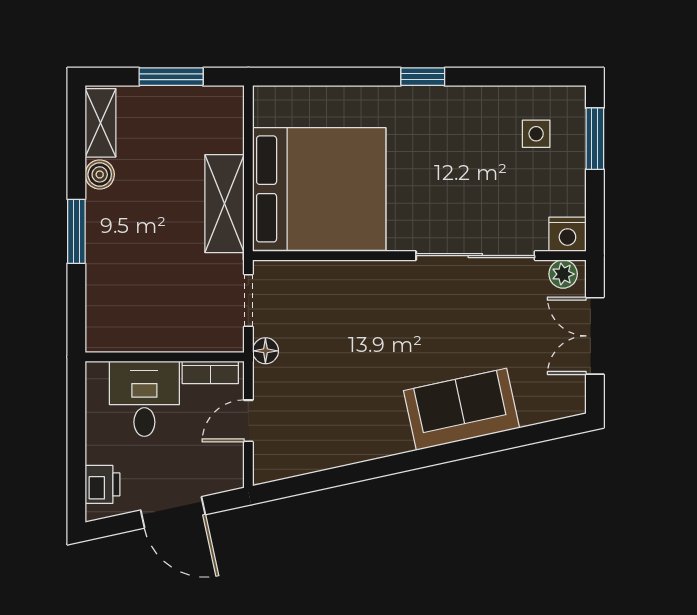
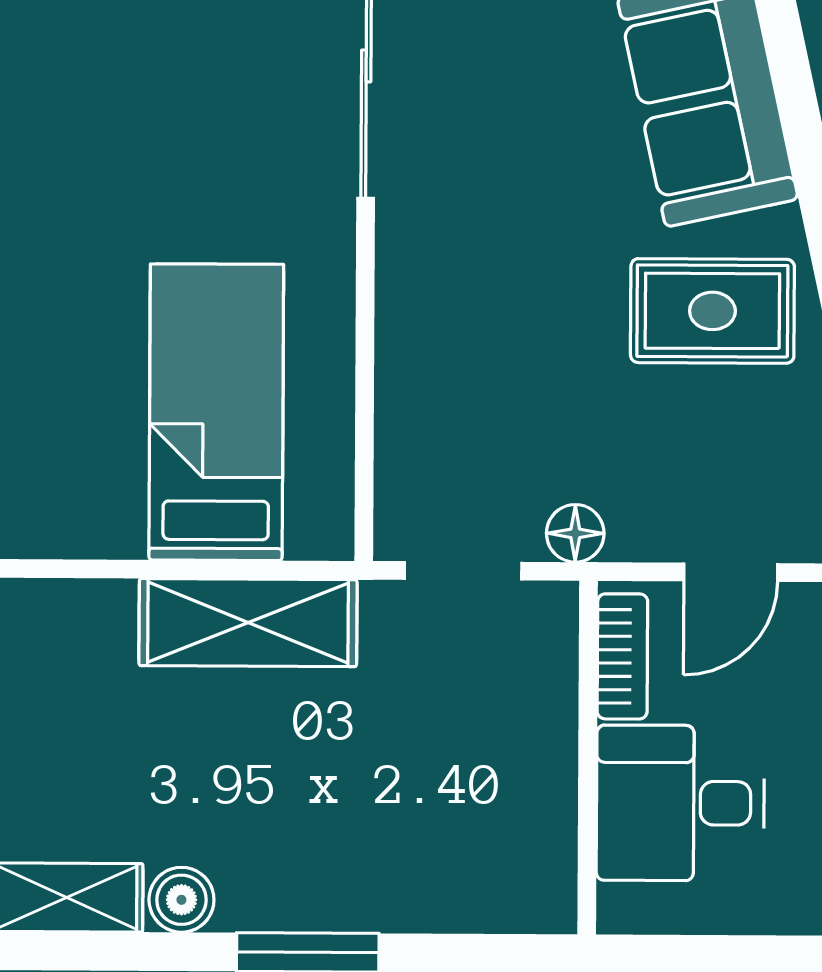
bed: (319, 189) -> (216, 412), width x0.49
rug: (366, 412) -> (712, 311), added
door: (248, 421) -> (731, 572), hinge flipped

